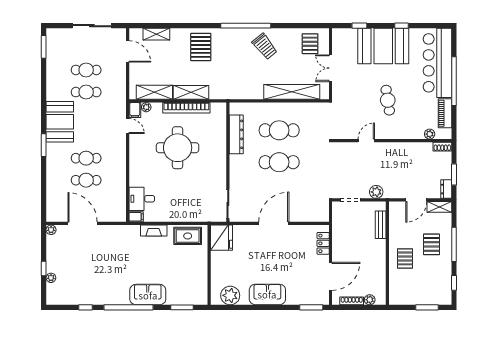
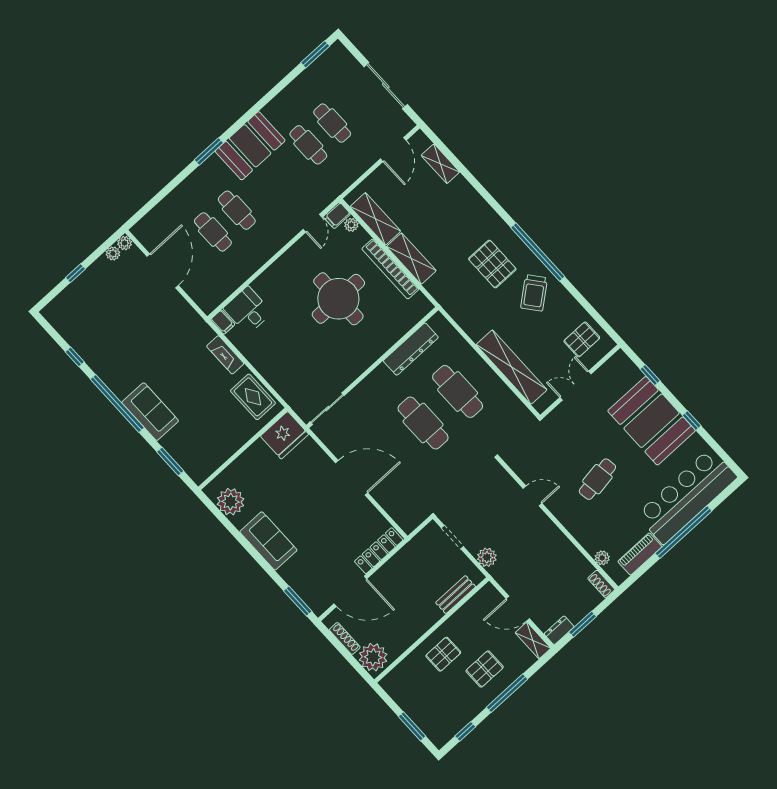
pallet: (201, 47) -> (492, 264), moved, turned 90
locker: (323, 243) -> (379, 551), width x1.53
plant: (51, 278) -> (113, 253), moved
plant: (370, 300) -> (373, 657), width x1.87, depth x1.87

